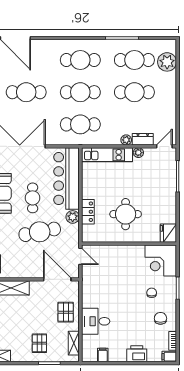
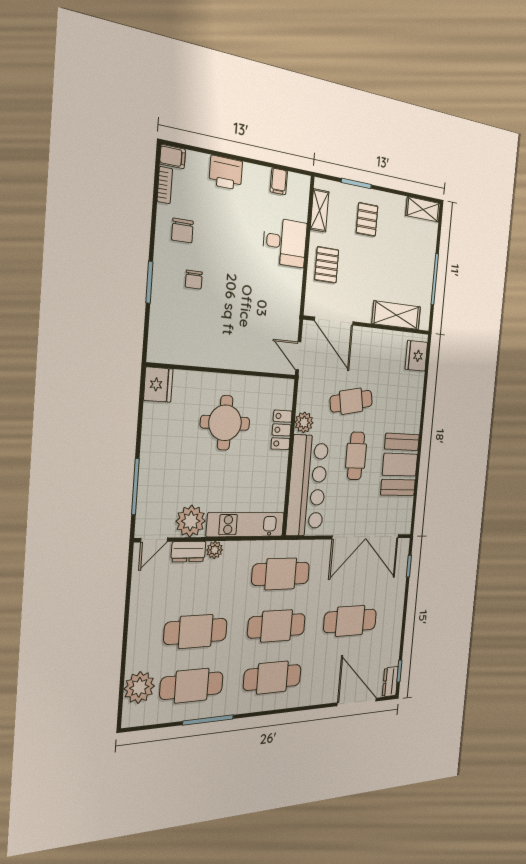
plant: (138, 153) -> (191, 521), width x1.88, depth x1.88
cafe table: (40, 232) -> (351, 401), width x0.73, depth x0.74
corner desk: (161, 261) -> (174, 336), removed

